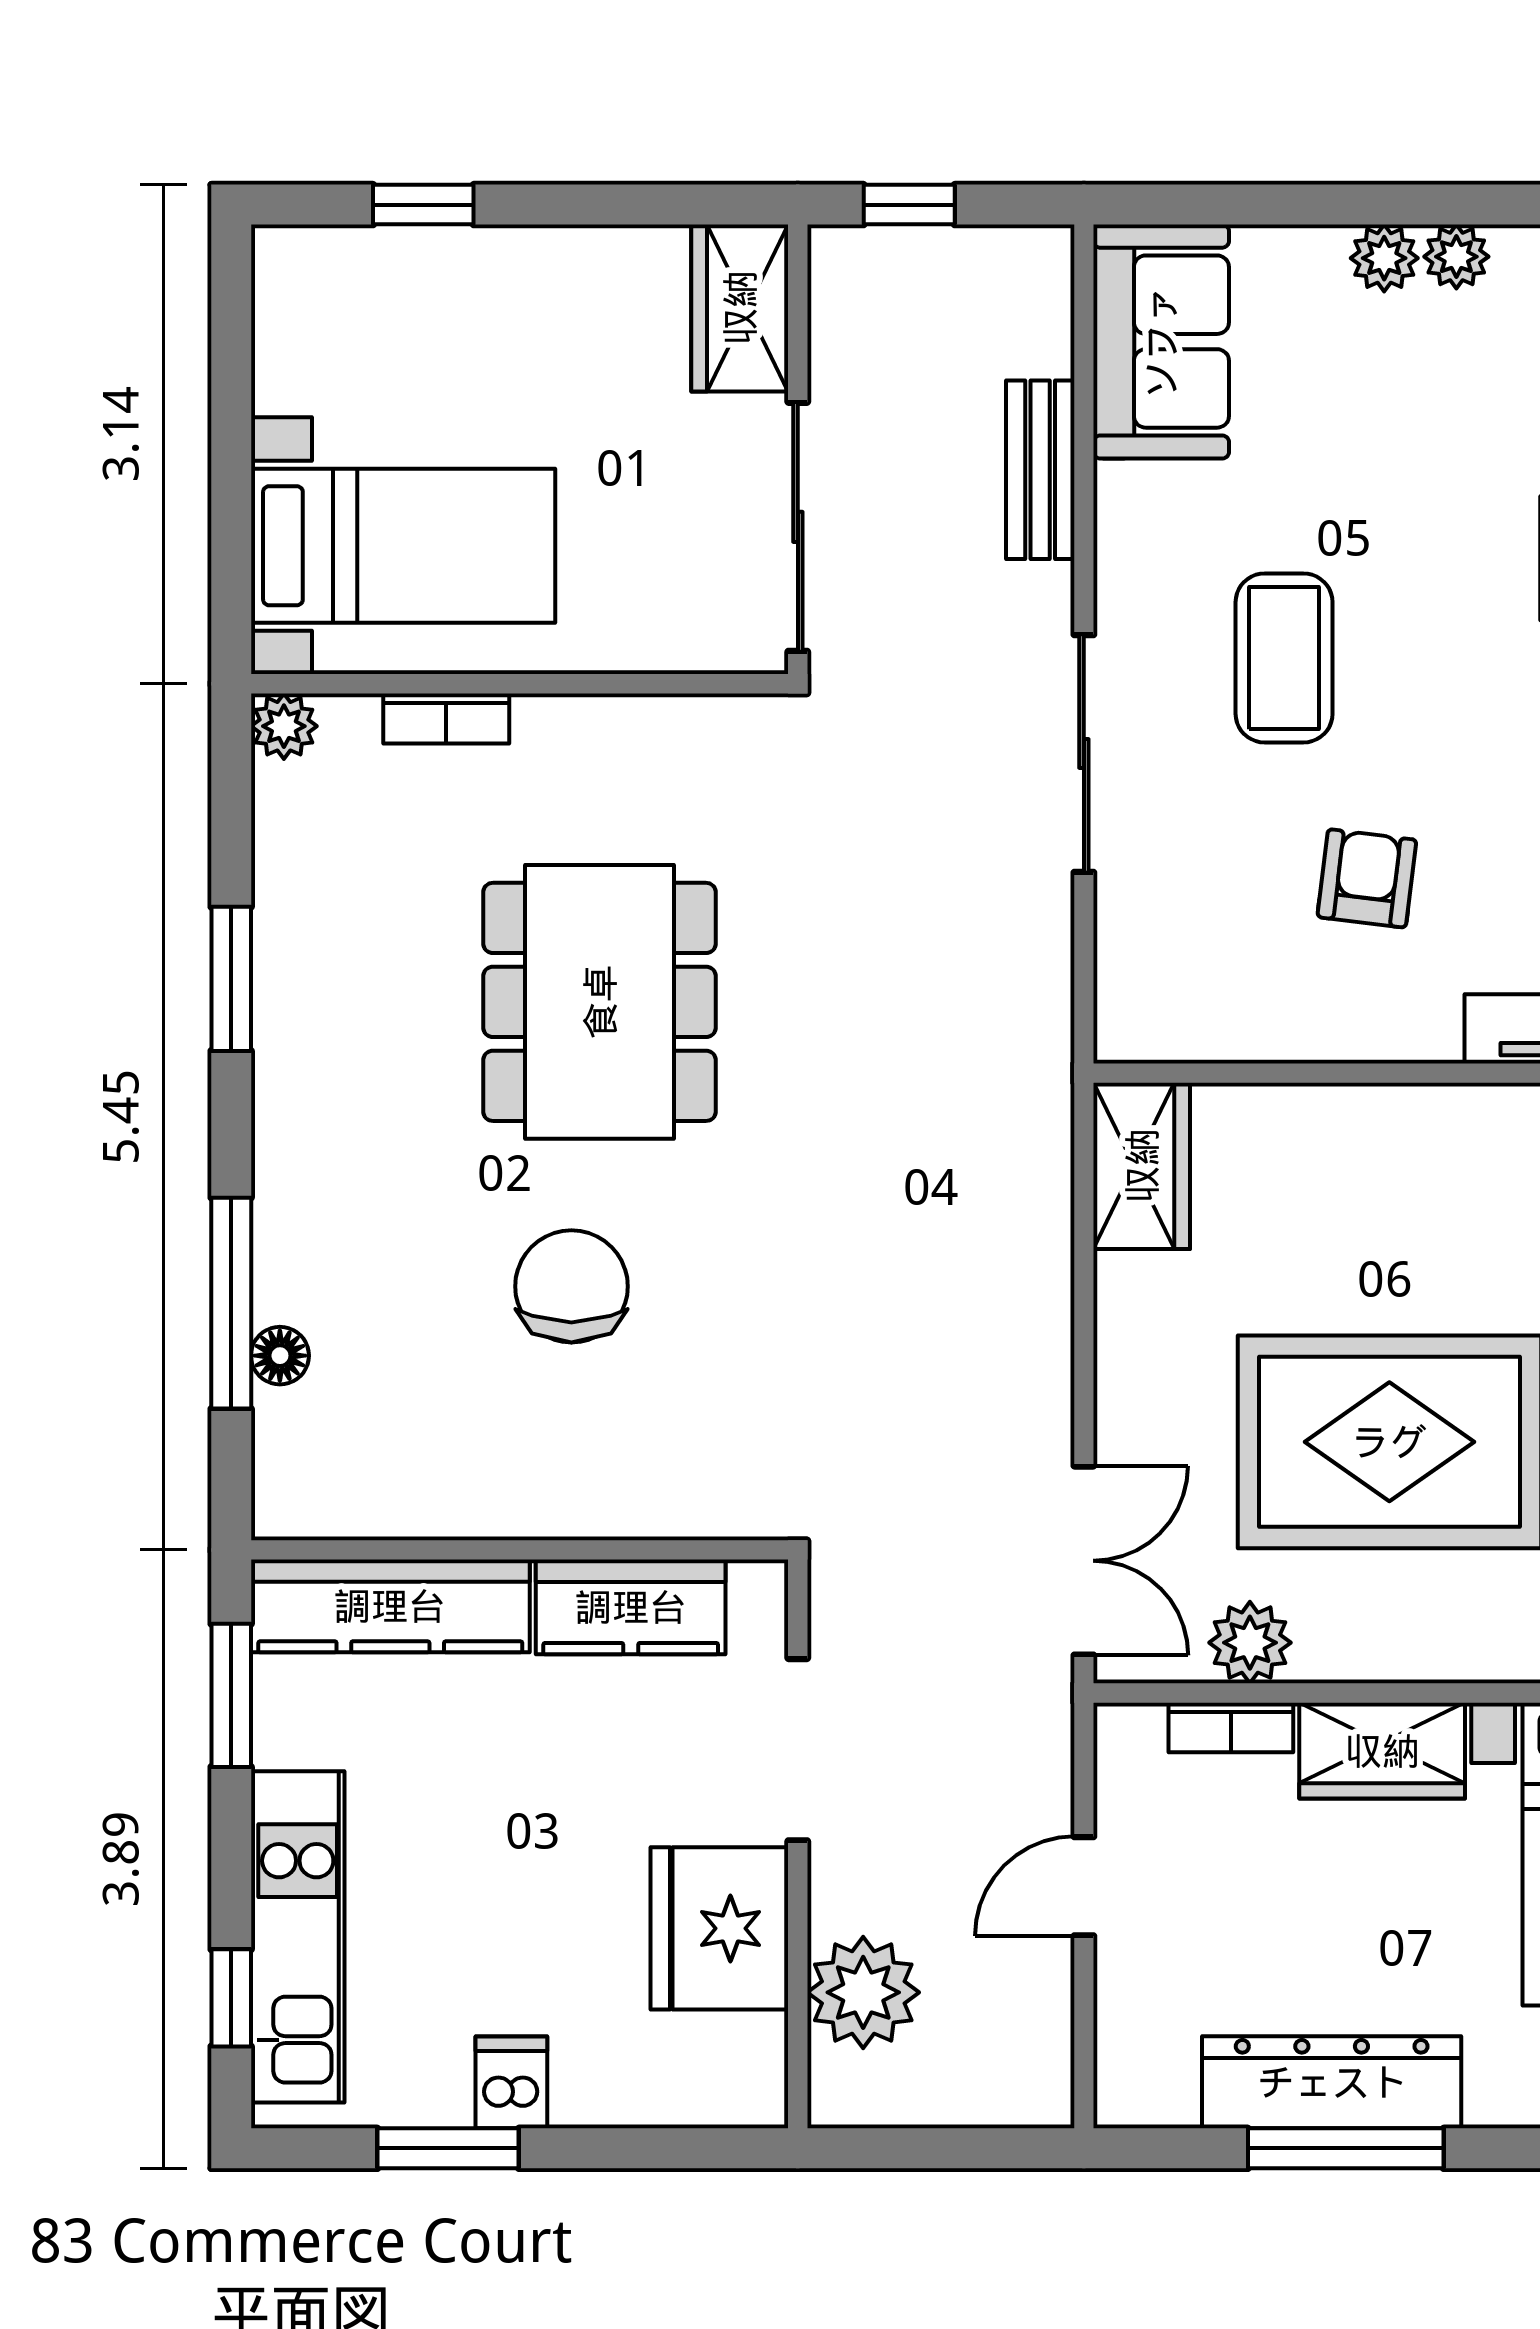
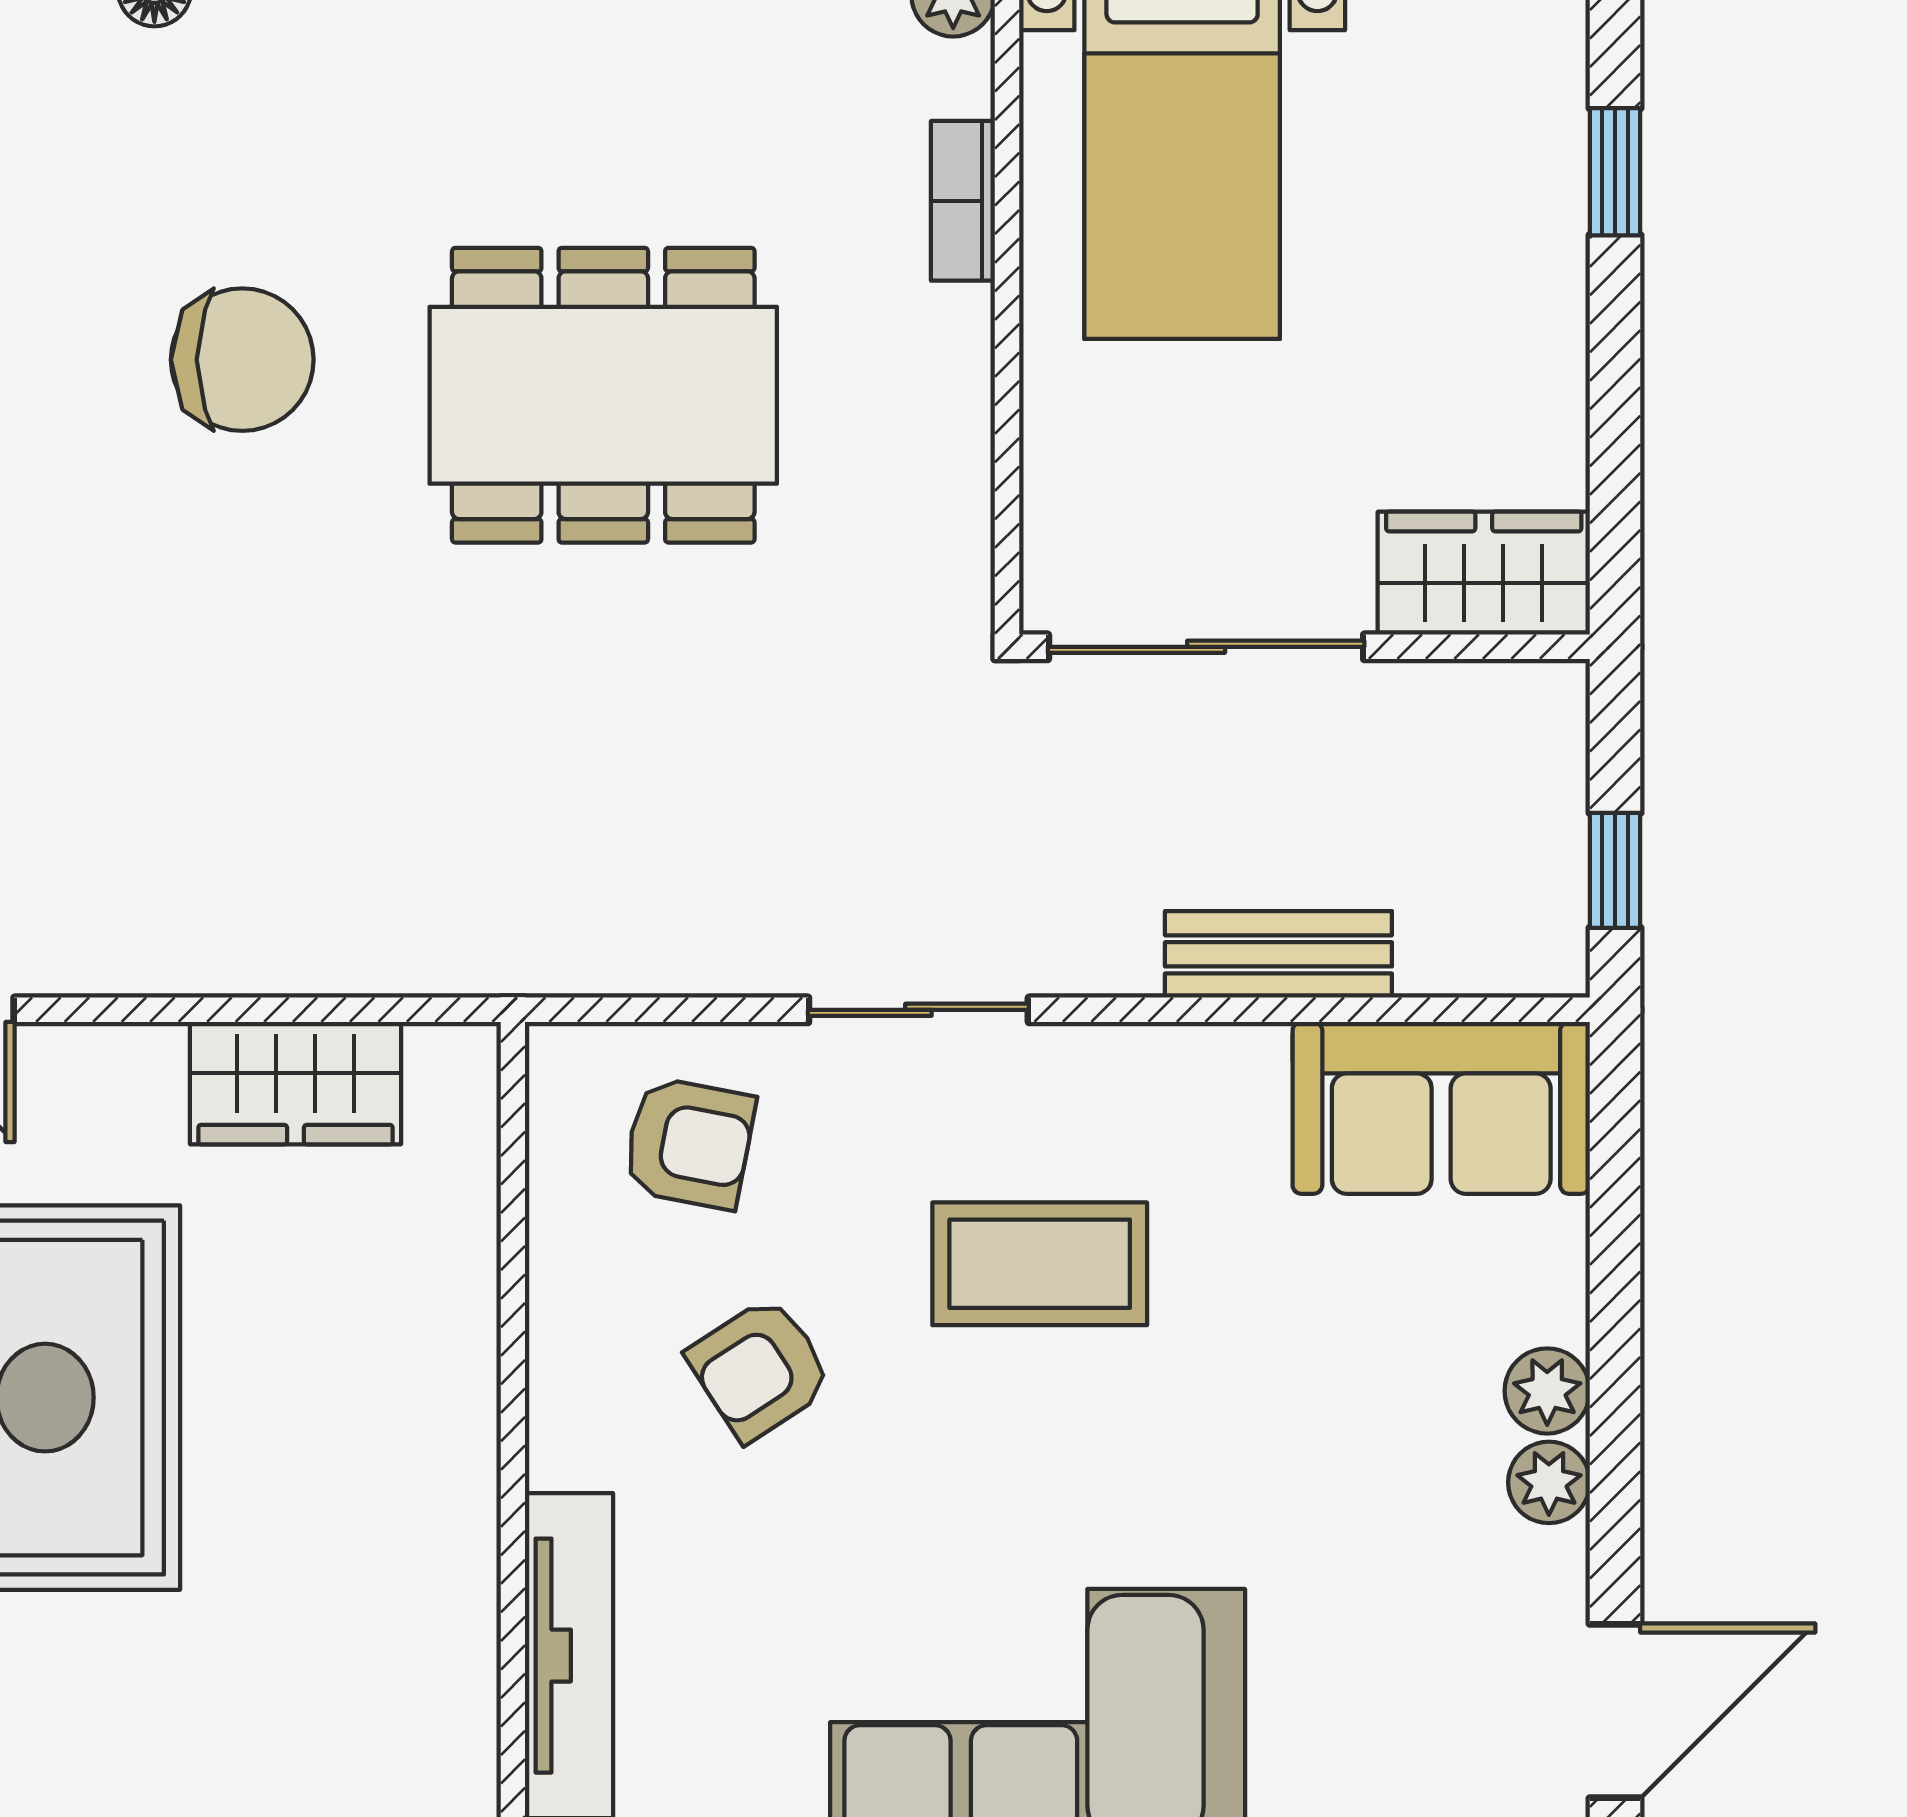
window: (909, 205) -> (1615, 870), moved
sliding door: (1084, 753) -> (918, 1010), width x0.73
armchair: (1367, 878) -> (760, 1369), turned 140
armchair: (1189, 934) -> (689, 1143), added
wardrobe: (1142, 1166) -> (295, 1083), moved

